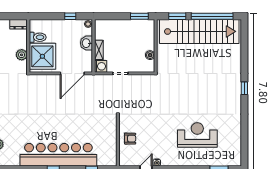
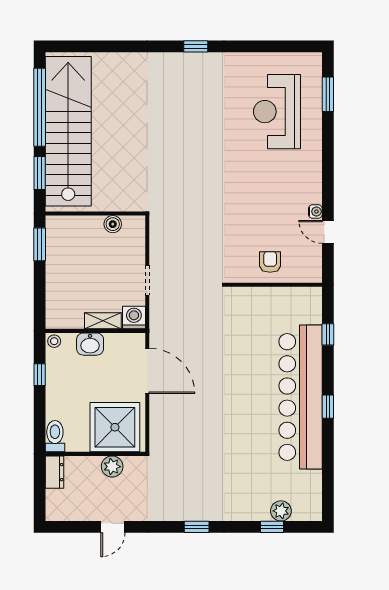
toilet: (38, 37) -> (55, 436), moved
window: (244, 88) -> (196, 46), moved
reception desk: (197, 135) -> (277, 112), moved

